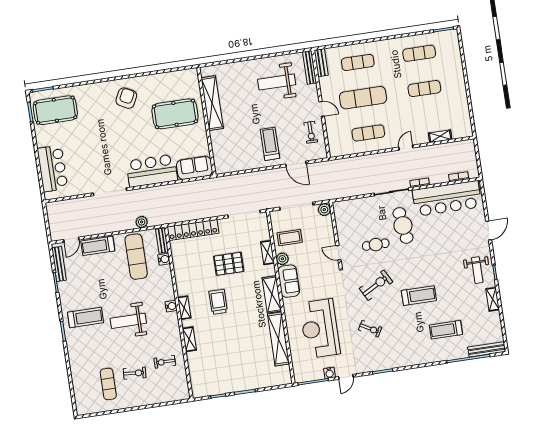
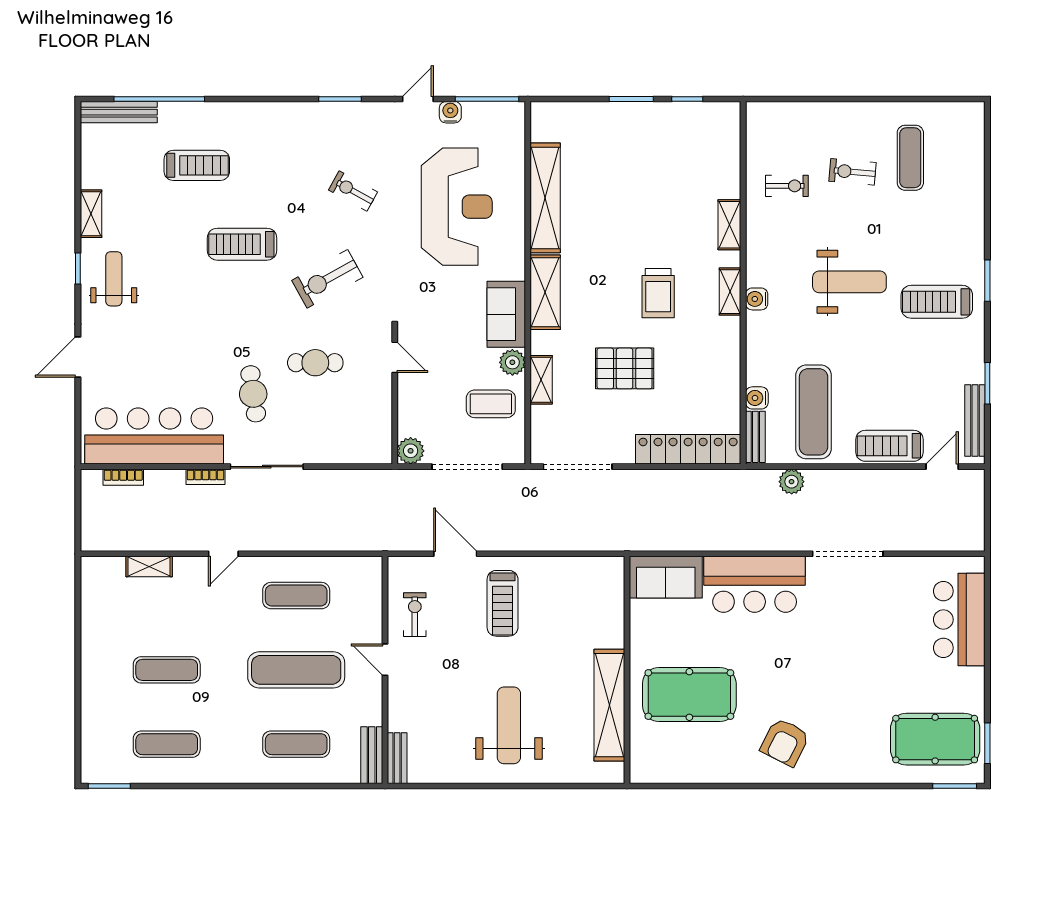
bench: (310, 67) -> (397, 758), width x0.73
weight bench: (277, 82) -> (509, 725), moved, turned -90
cafe table: (403, 225) -> (253, 394), width x0.73, depth x0.74
treadmill: (98, 246) -> (889, 446), turned 180

